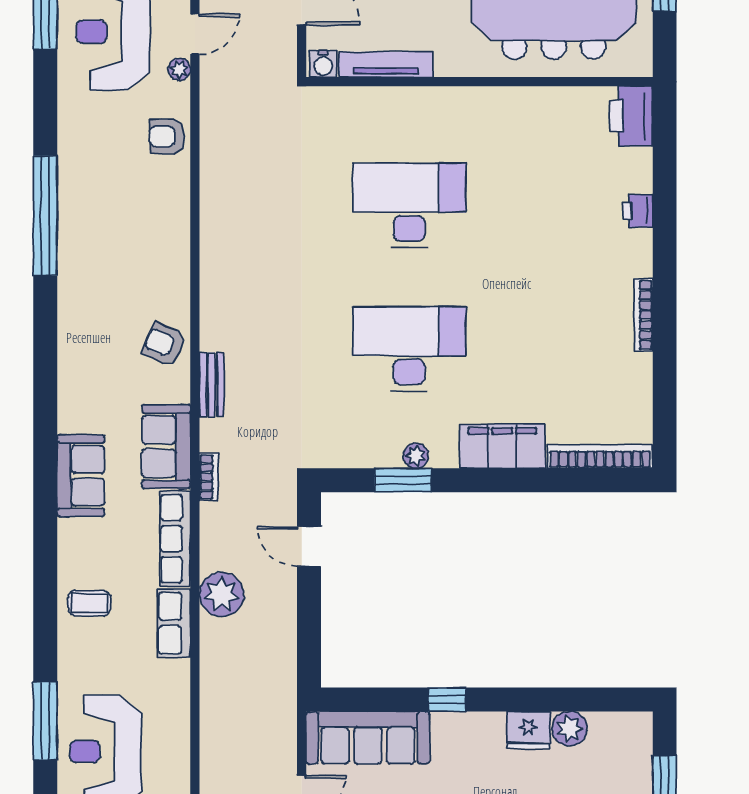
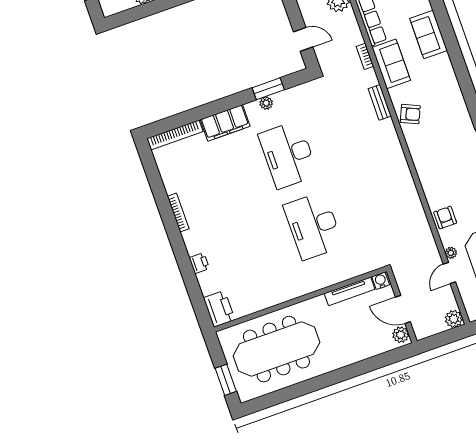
armchair: (167, 136) -> (445, 217), turned -90
desk: (409, 205) -> (313, 226), turned 90
desk: (409, 349) -> (288, 155), turned 90

